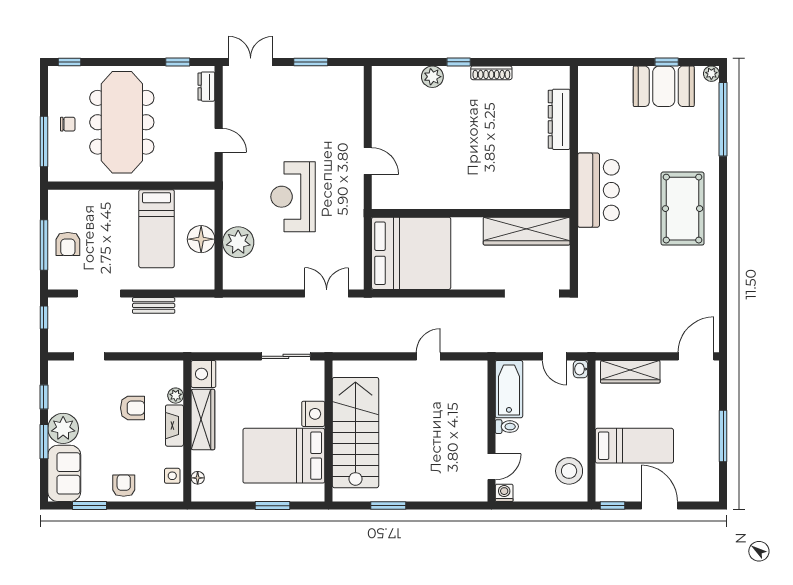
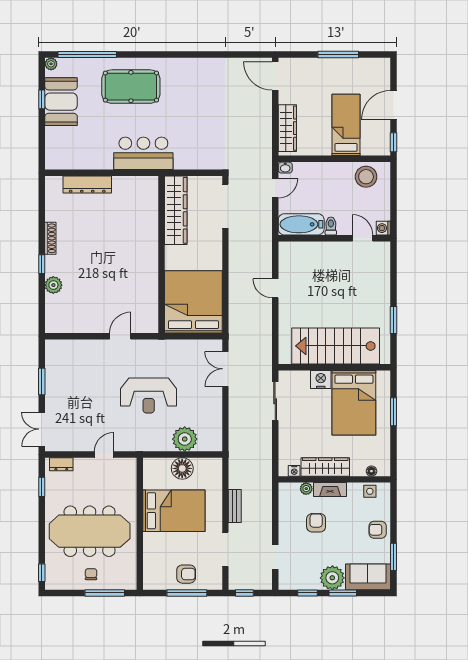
pool table: (683, 209) -> (131, 87), moved
bed: (157, 229) -> (174, 511), width x1.50
nightstand: (203, 374) -> (294, 471), width x0.53, depth x0.56

